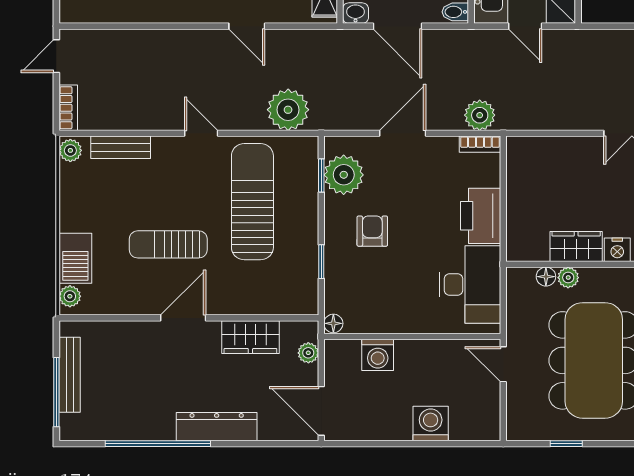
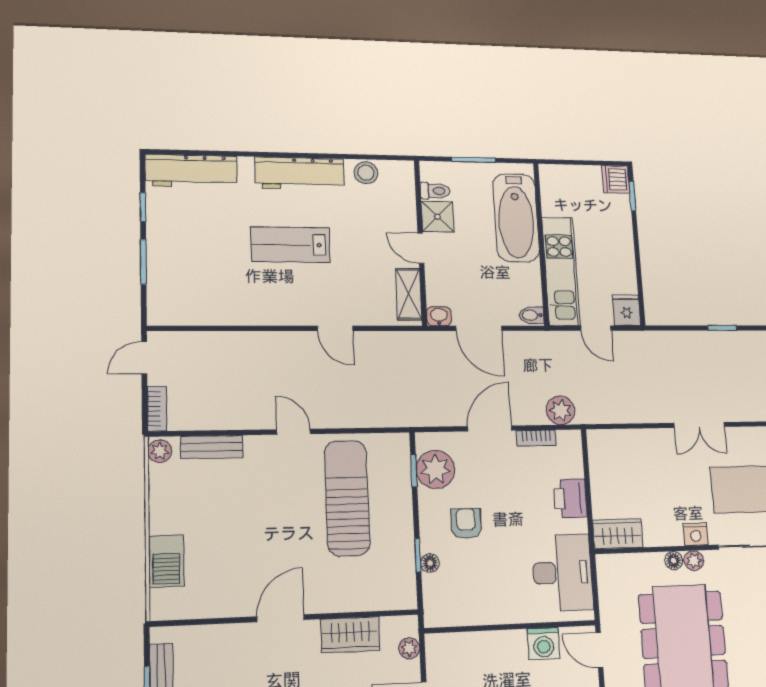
plant: (288, 110) -> (379, 408), removed
bookcase: (480, 144) -> (536, 438), moved
printer: (481, 216) -> (570, 498), width x0.73, depth x0.84
sun lounger: (168, 244) -> (263, 543), removed
wardrobe: (576, 247) -> (618, 534), moved
floor lamp: (546, 277) -> (674, 561), moved
plant: (568, 278) -> (694, 561), moved
plant: (70, 296) -> (161, 601), removed
floor lamp: (333, 323) -> (430, 563), moved
washing machine: (378, 355) -> (544, 644), moved

